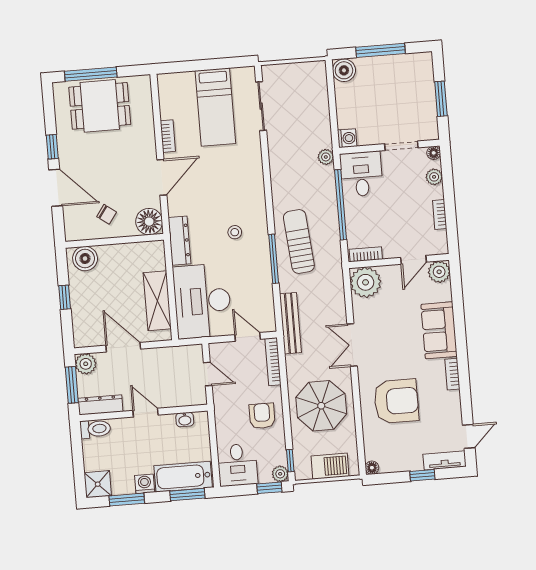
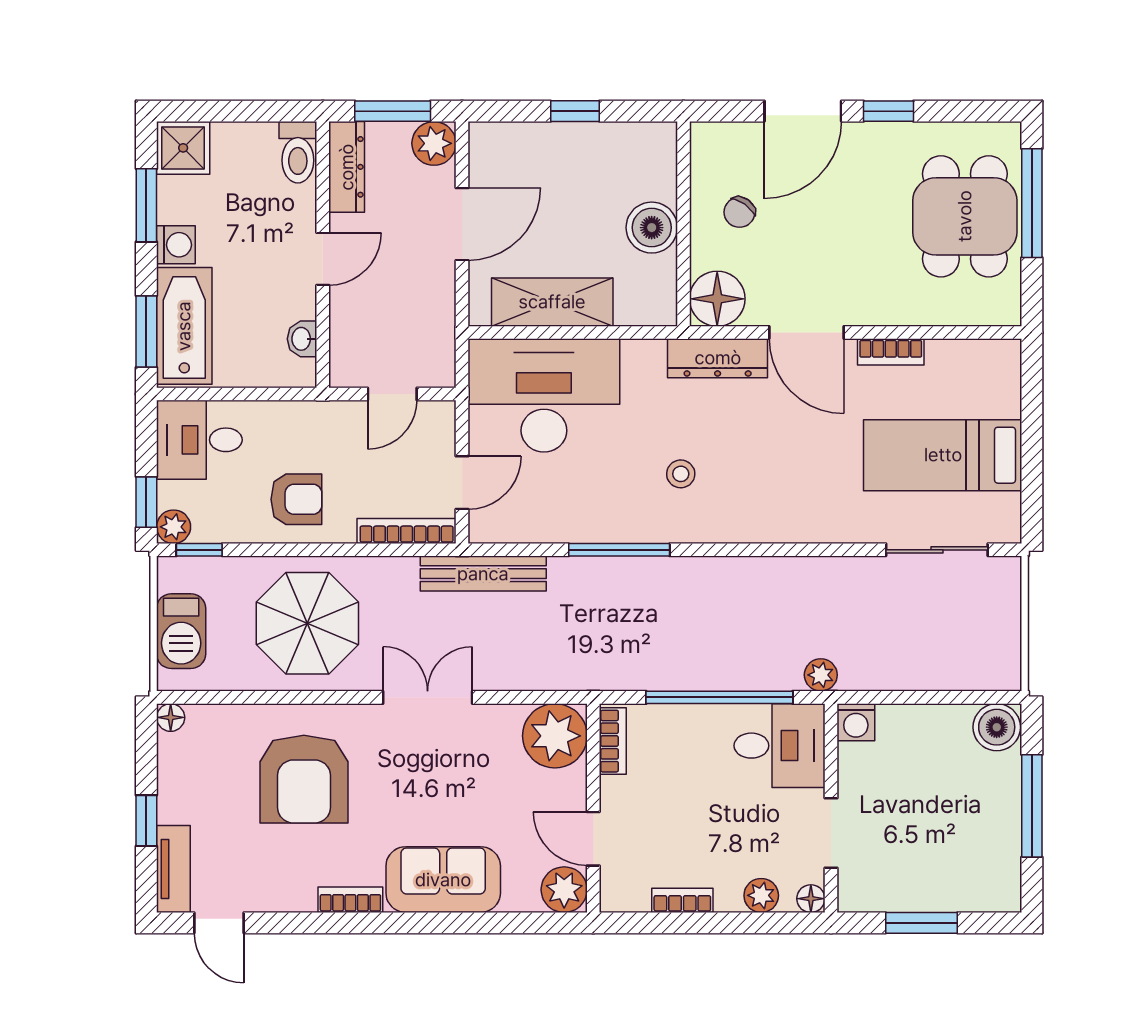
dresser: (179, 241) -> (718, 358), moved
sun lounger: (299, 242) -> (651, 605), removed
boiler: (85, 259) -> (652, 228), moved

